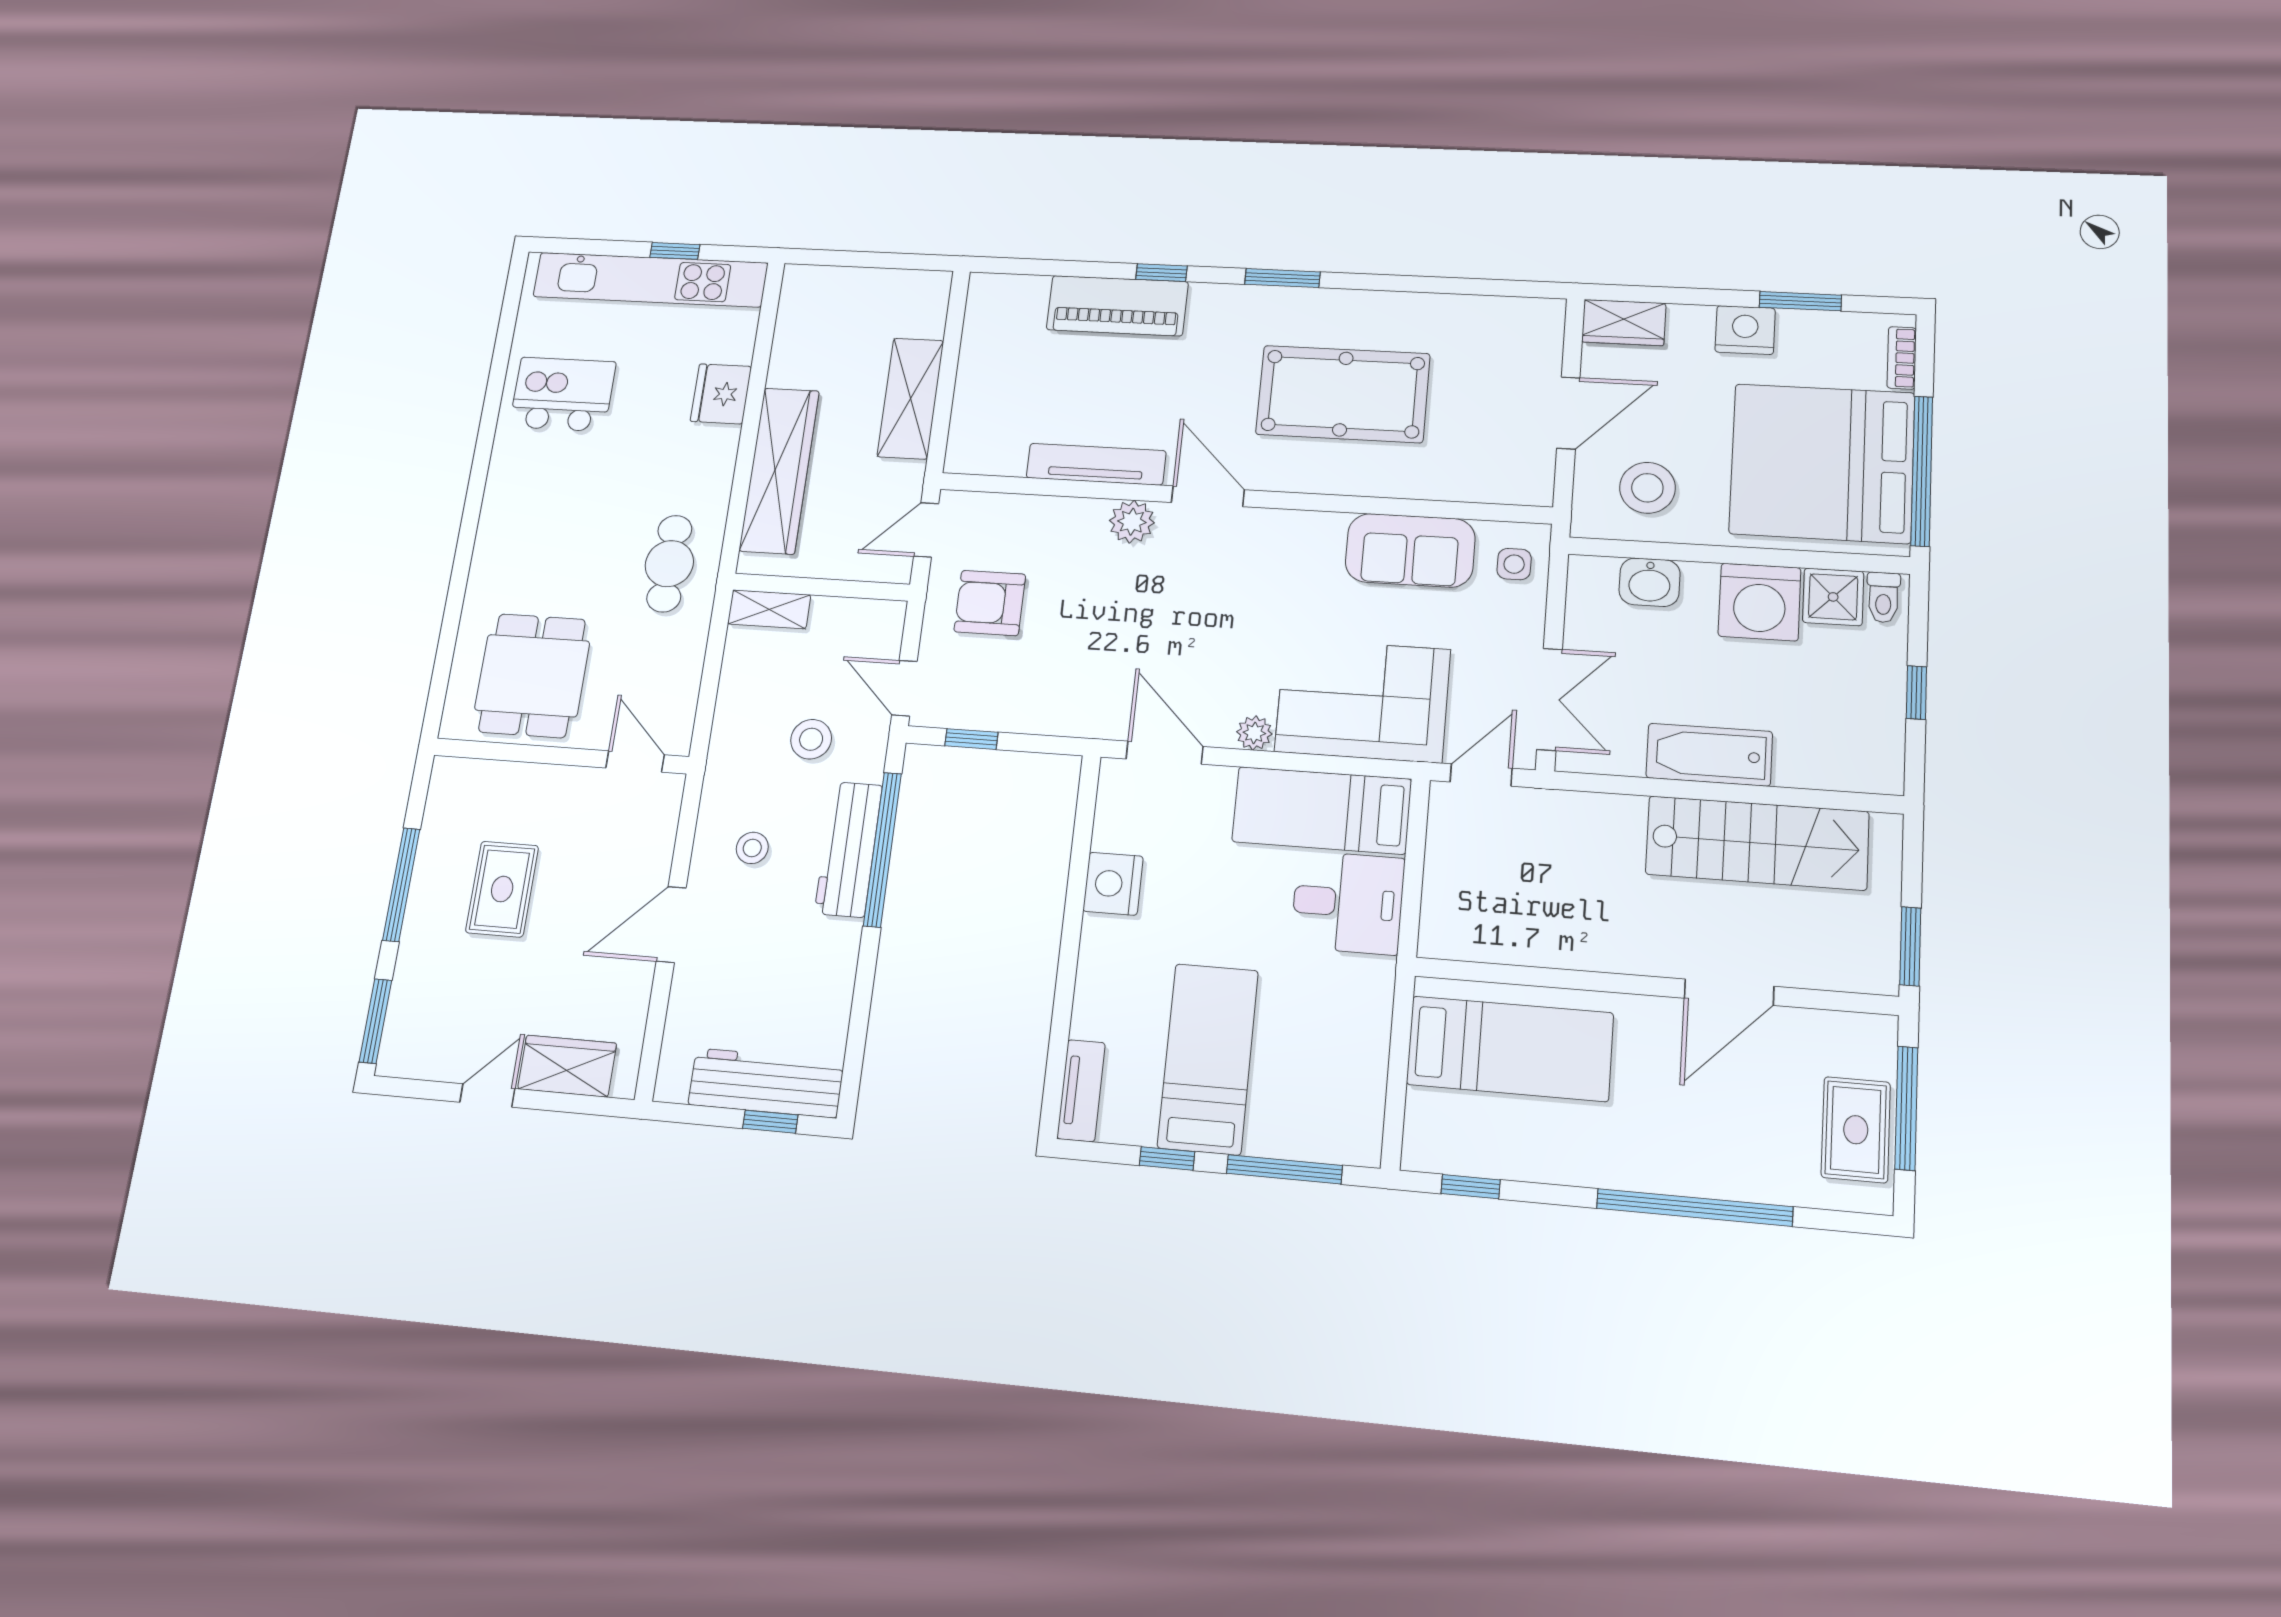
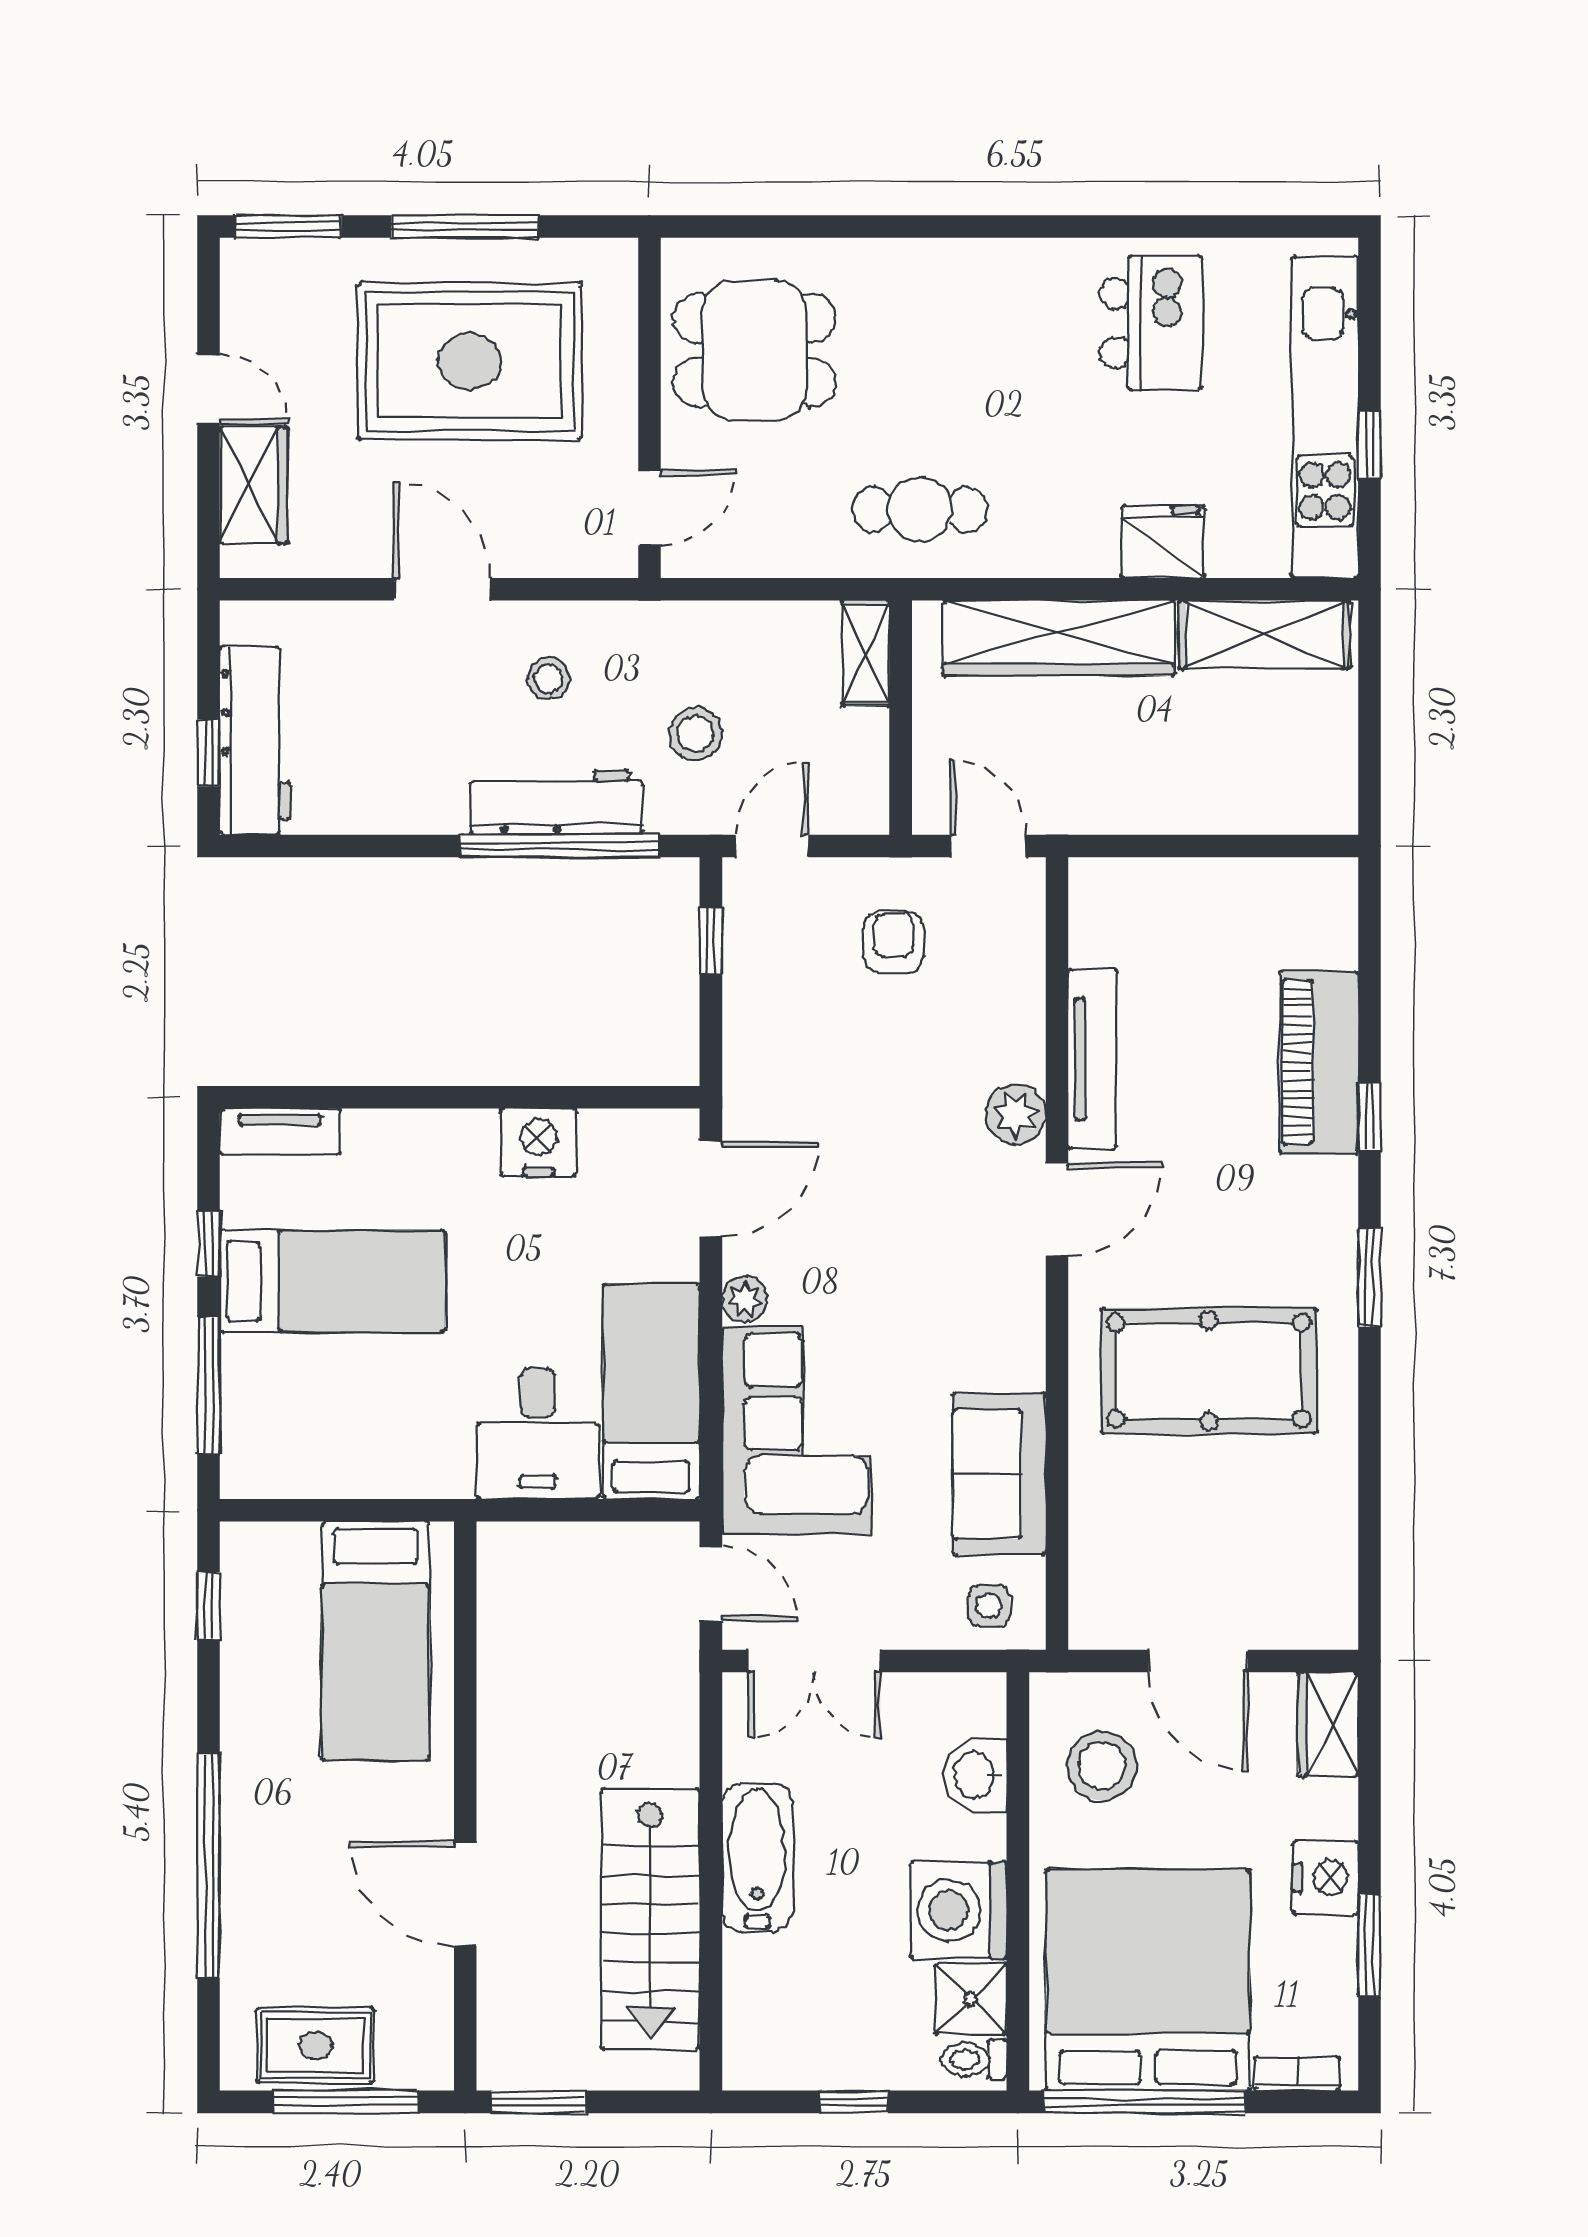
pool table: (1343, 394) -> (1209, 1371), turned 90
shelving: (910, 398) -> (1265, 635), moved
armchair: (990, 603) -> (894, 942), width x0.72, depth x0.72
rug: (502, 889) -> (470, 361), width x1.86, depth x2.06

